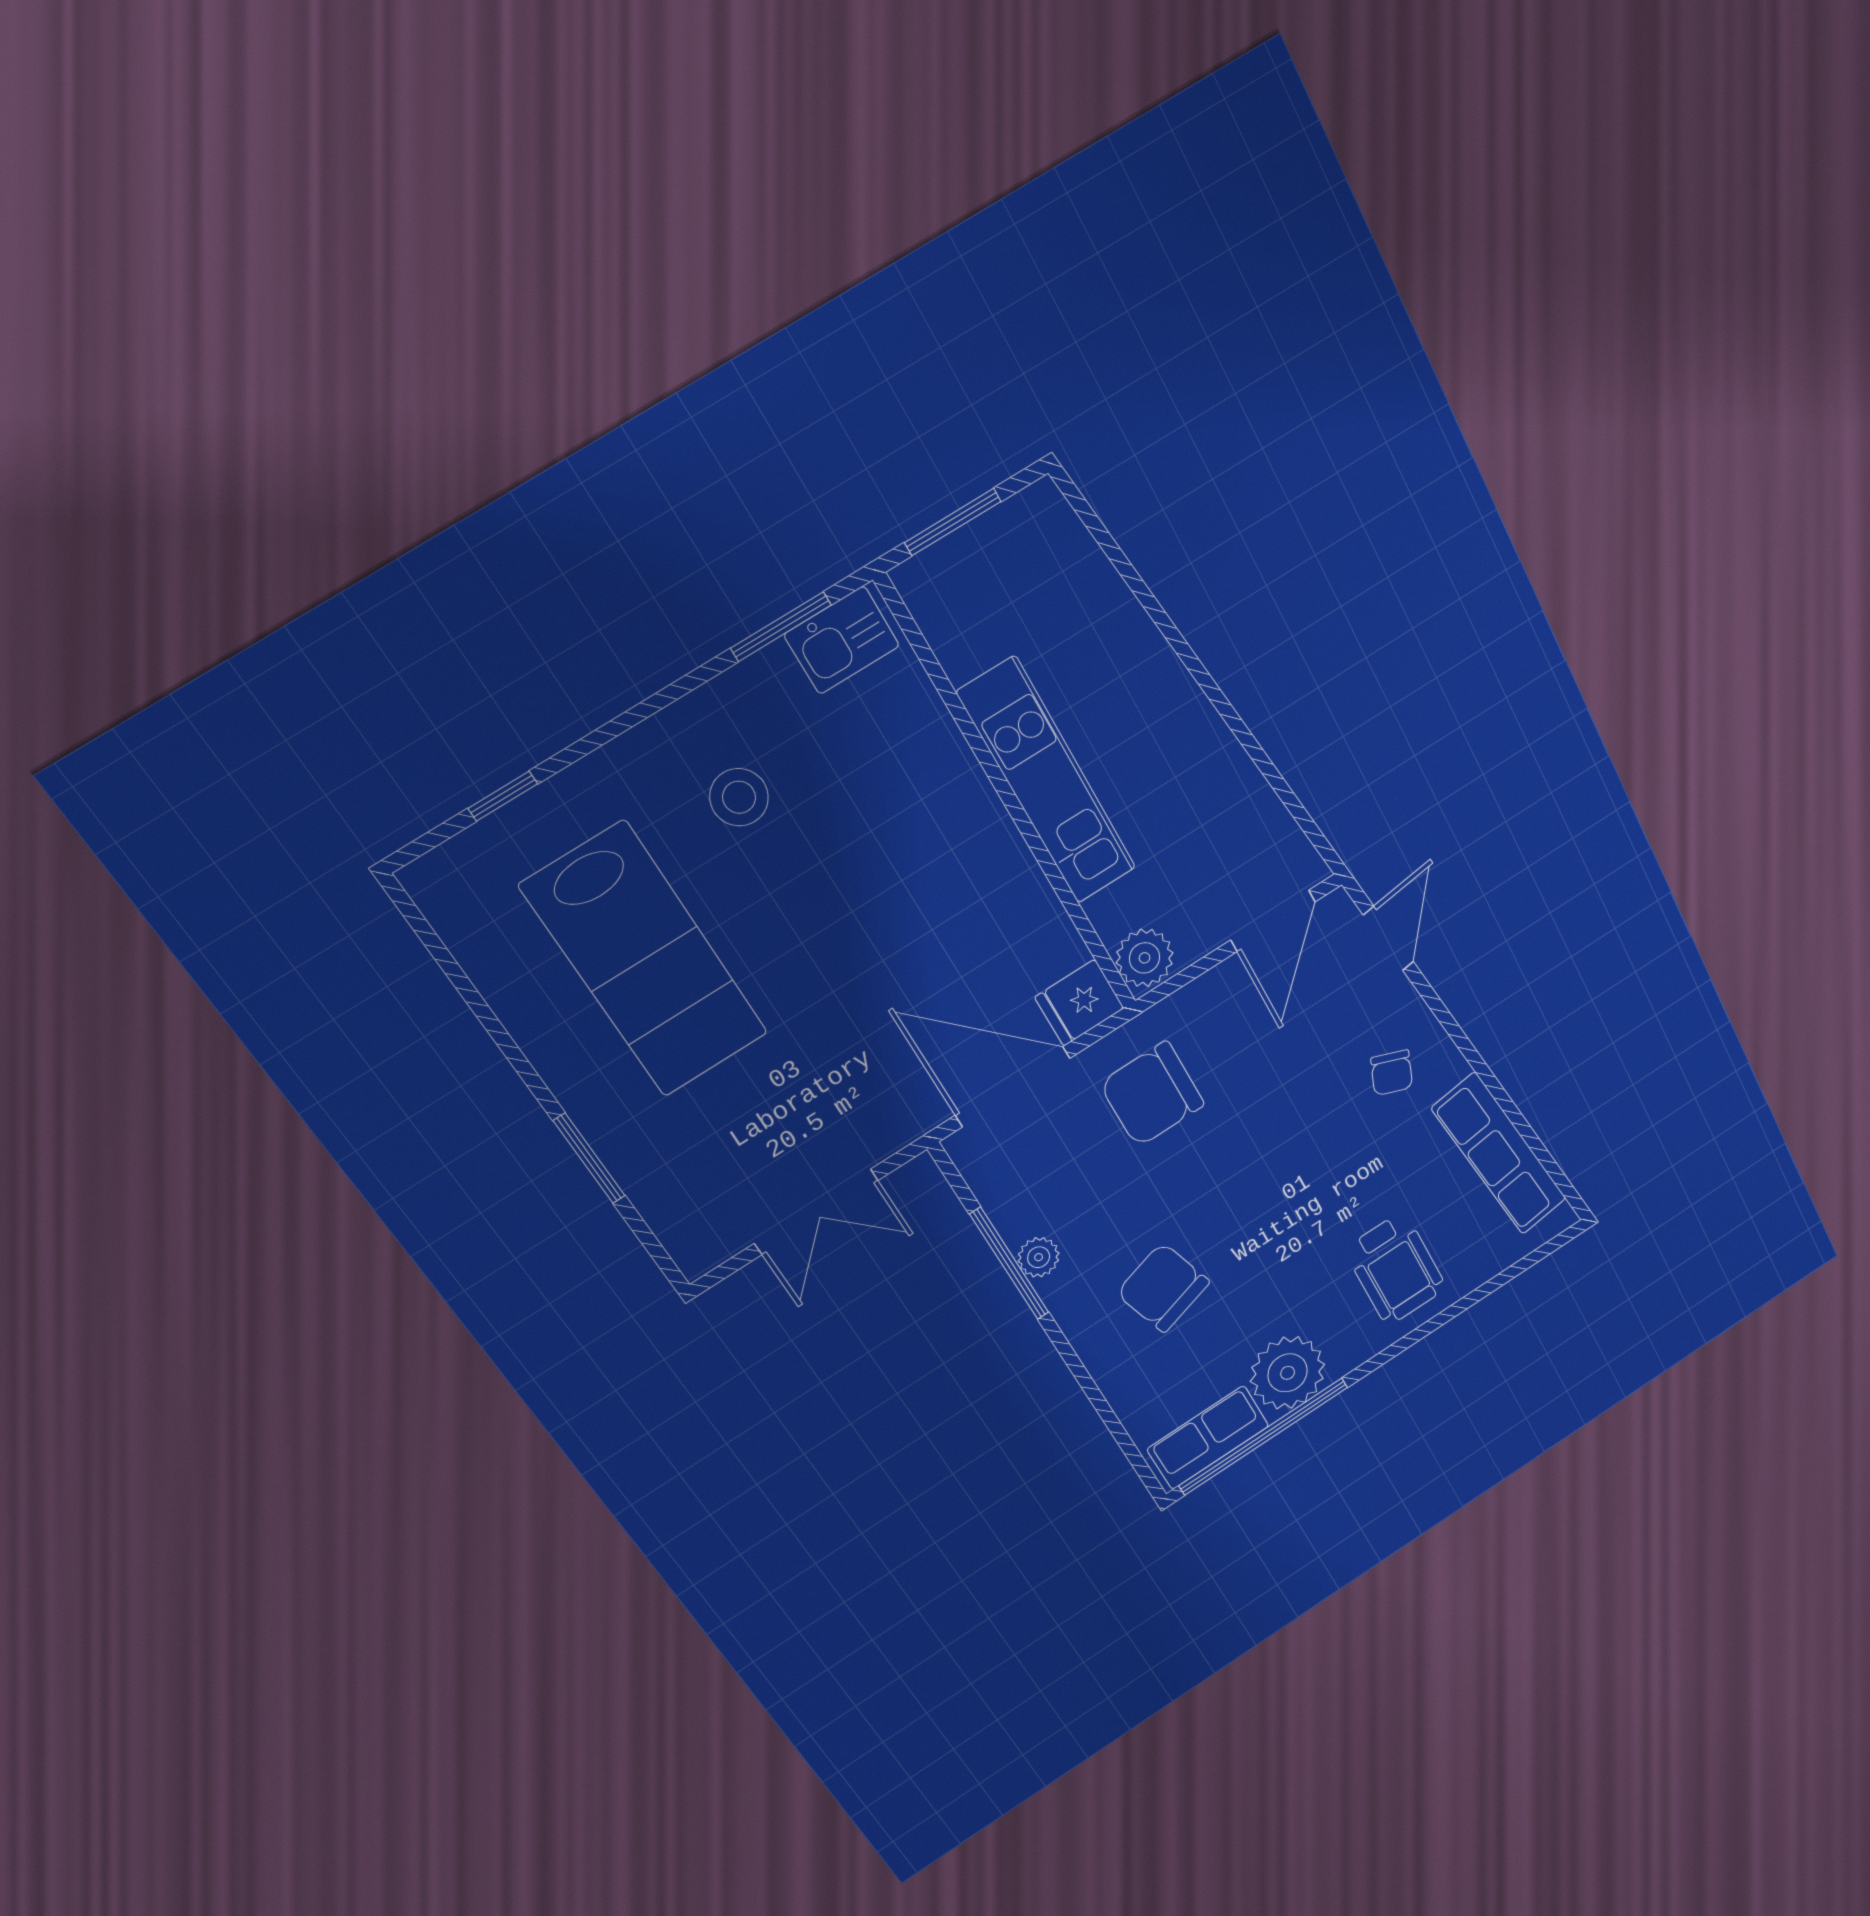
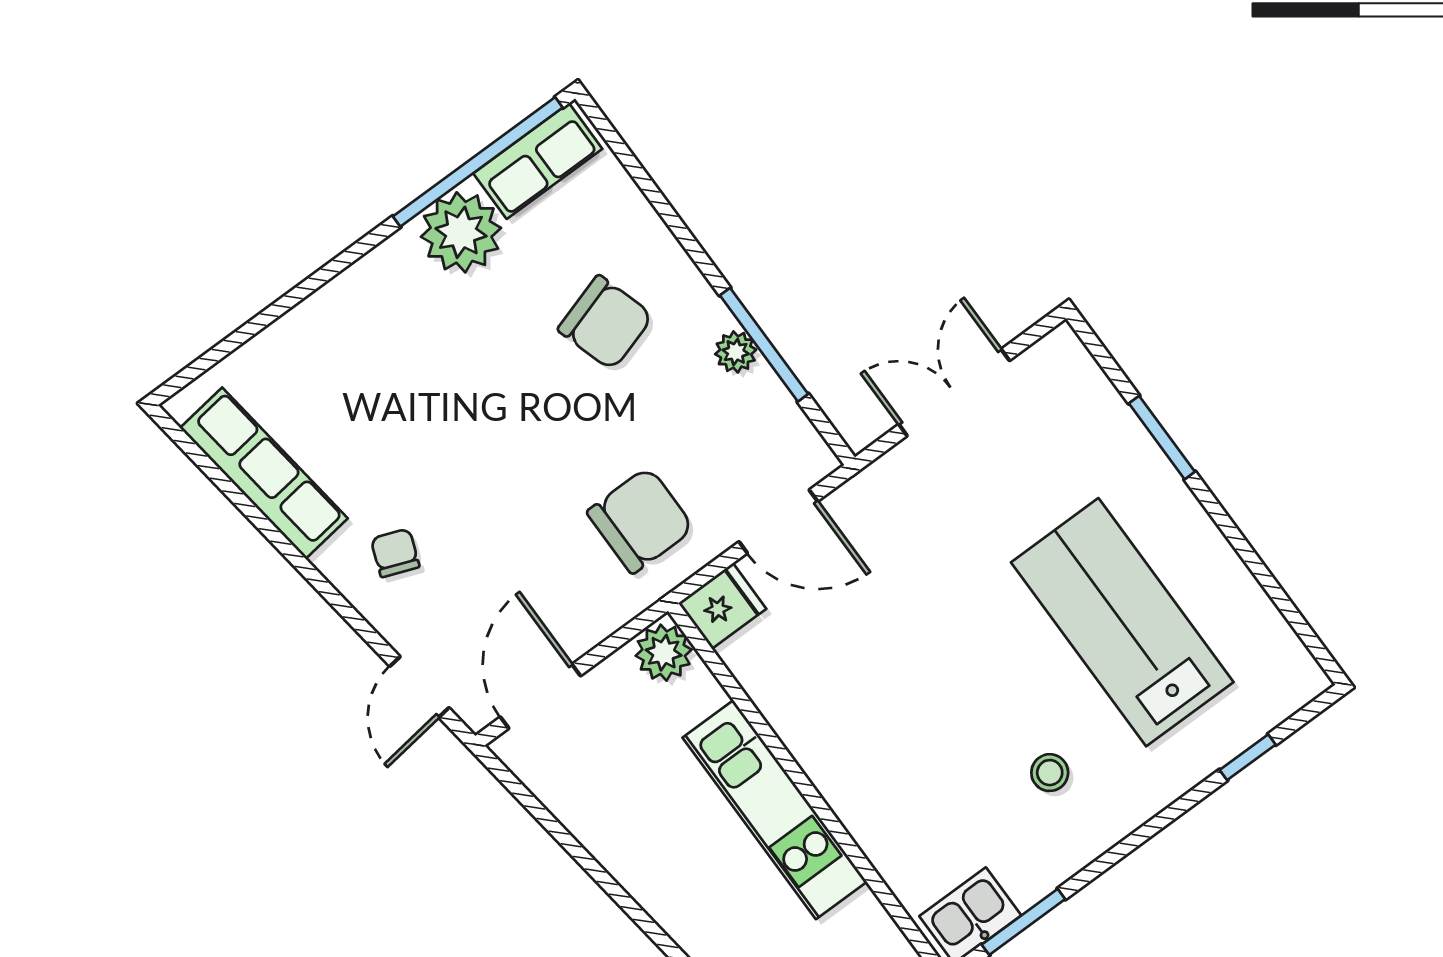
stool: (739, 797) -> (1050, 773), width x0.73, depth x0.73
door: (1013, 1087) -> (778, 522), width x0.73
wheelchair: (1395, 1269) -> (359, 347), removed

